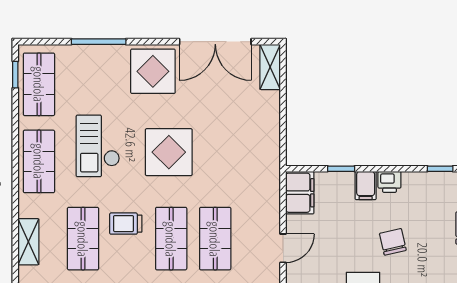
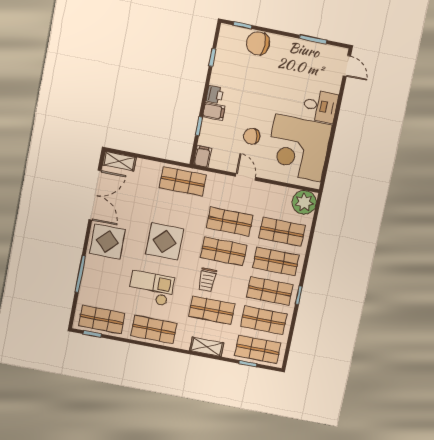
checkout: (98, 146) -> (151, 288), turned 180
shop shelf: (259, 161) -> (183, 181), added
filing cabinet: (300, 193) -> (202, 156), width x0.50
chair: (393, 242) -> (252, 136), moved

